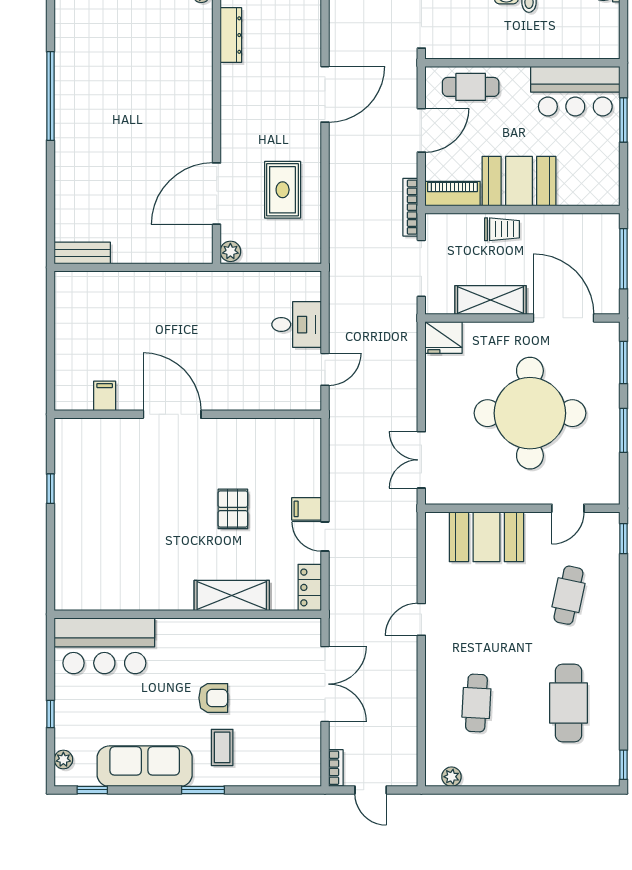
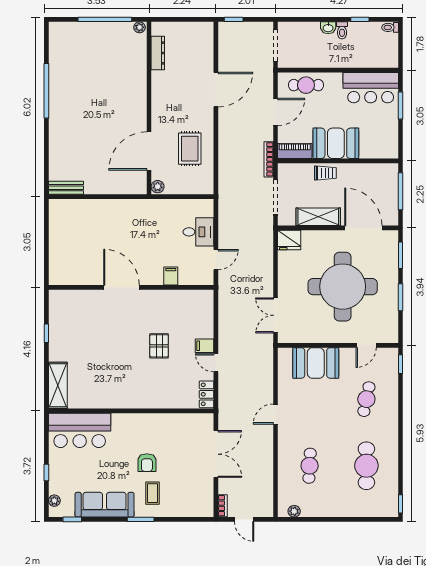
filing cabinet: (105, 396) -> (171, 276), moved
shelving: (232, 595) -> (58, 385), moved, turned 90
armchair: (213, 698) -> (147, 463), turned 90

